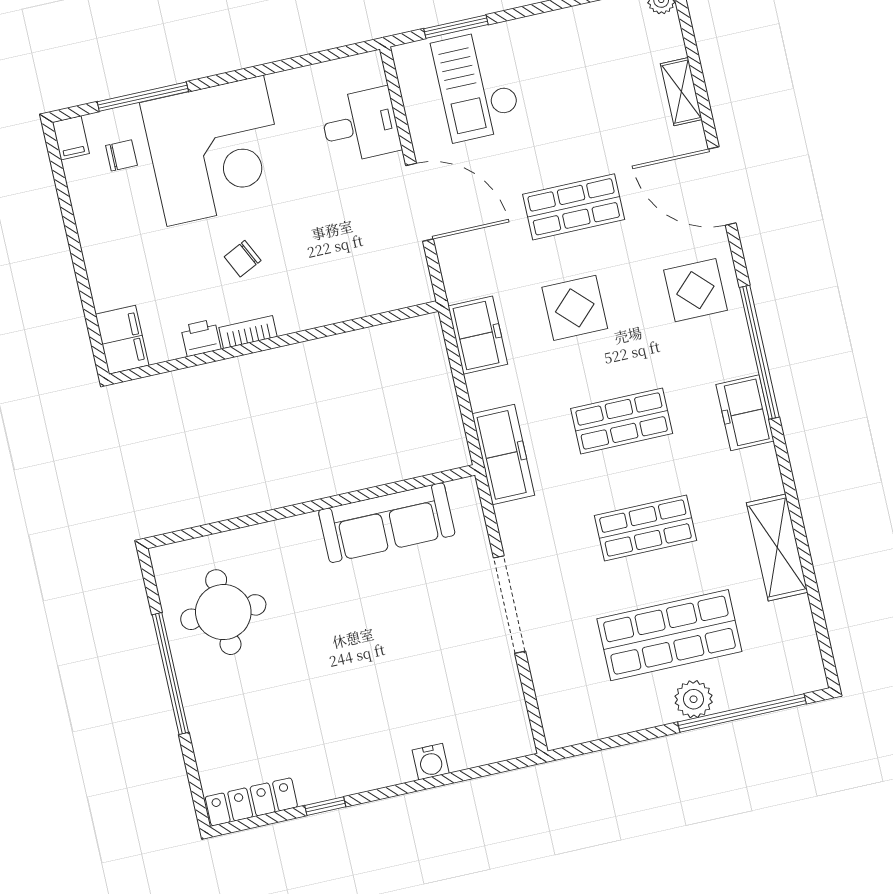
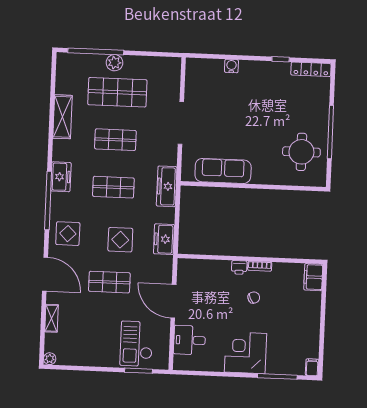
checkout: (477, 85) -> (136, 344), turned 180
corner desk: (215, 151) -> (246, 353), width x0.74, depth x0.74
chair: (121, 155) -> (293, 354), removed
printer: (201, 338) -> (239, 267), moved

